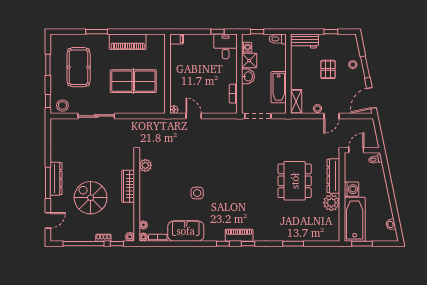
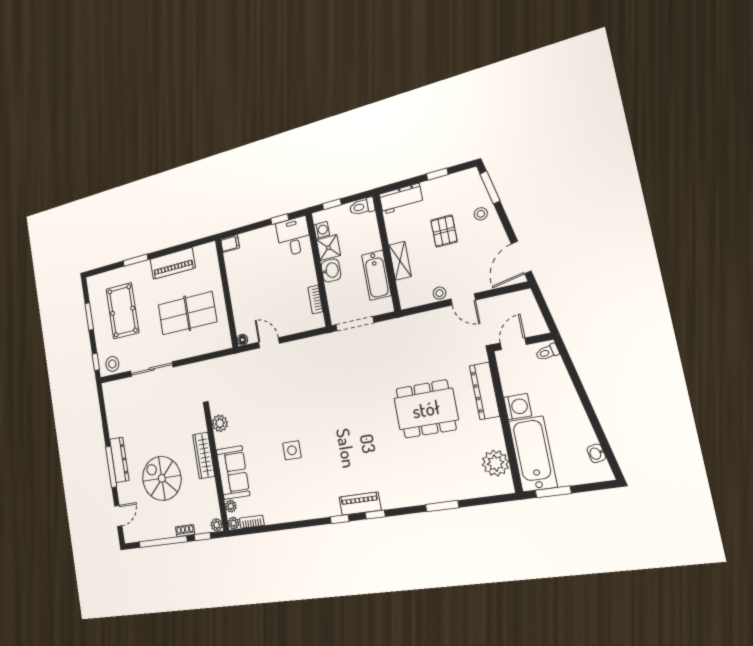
window: (365, 67) -> (490, 187), moved
shelving: (296, 102) -> (400, 261), moved
door: (331, 116) -> (463, 299), hinge flipped
dining table: (295, 181) -> (426, 409), turned 90
plant: (331, 203) -> (495, 463), moved
sofa: (186, 231) -> (233, 473), moved, turned 90

